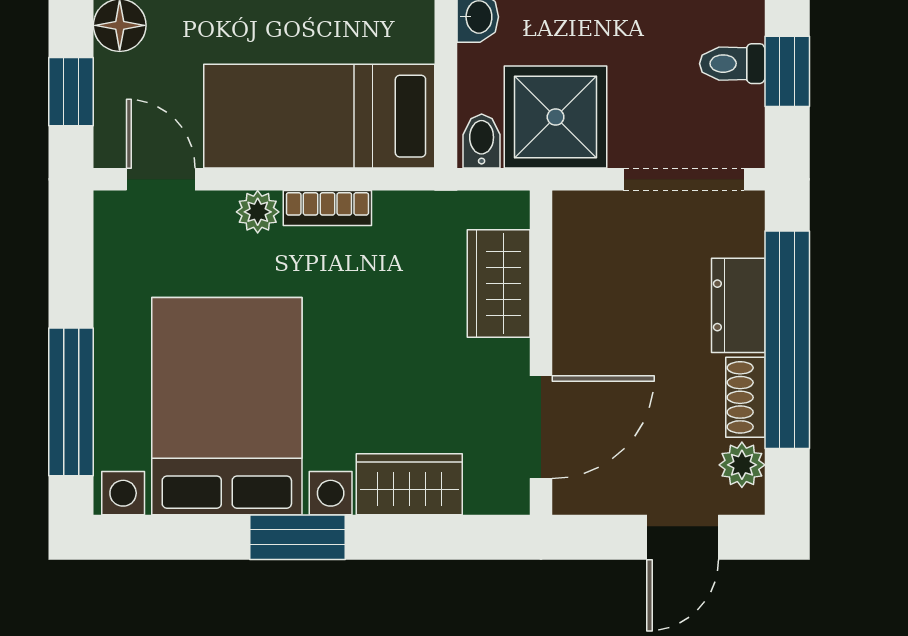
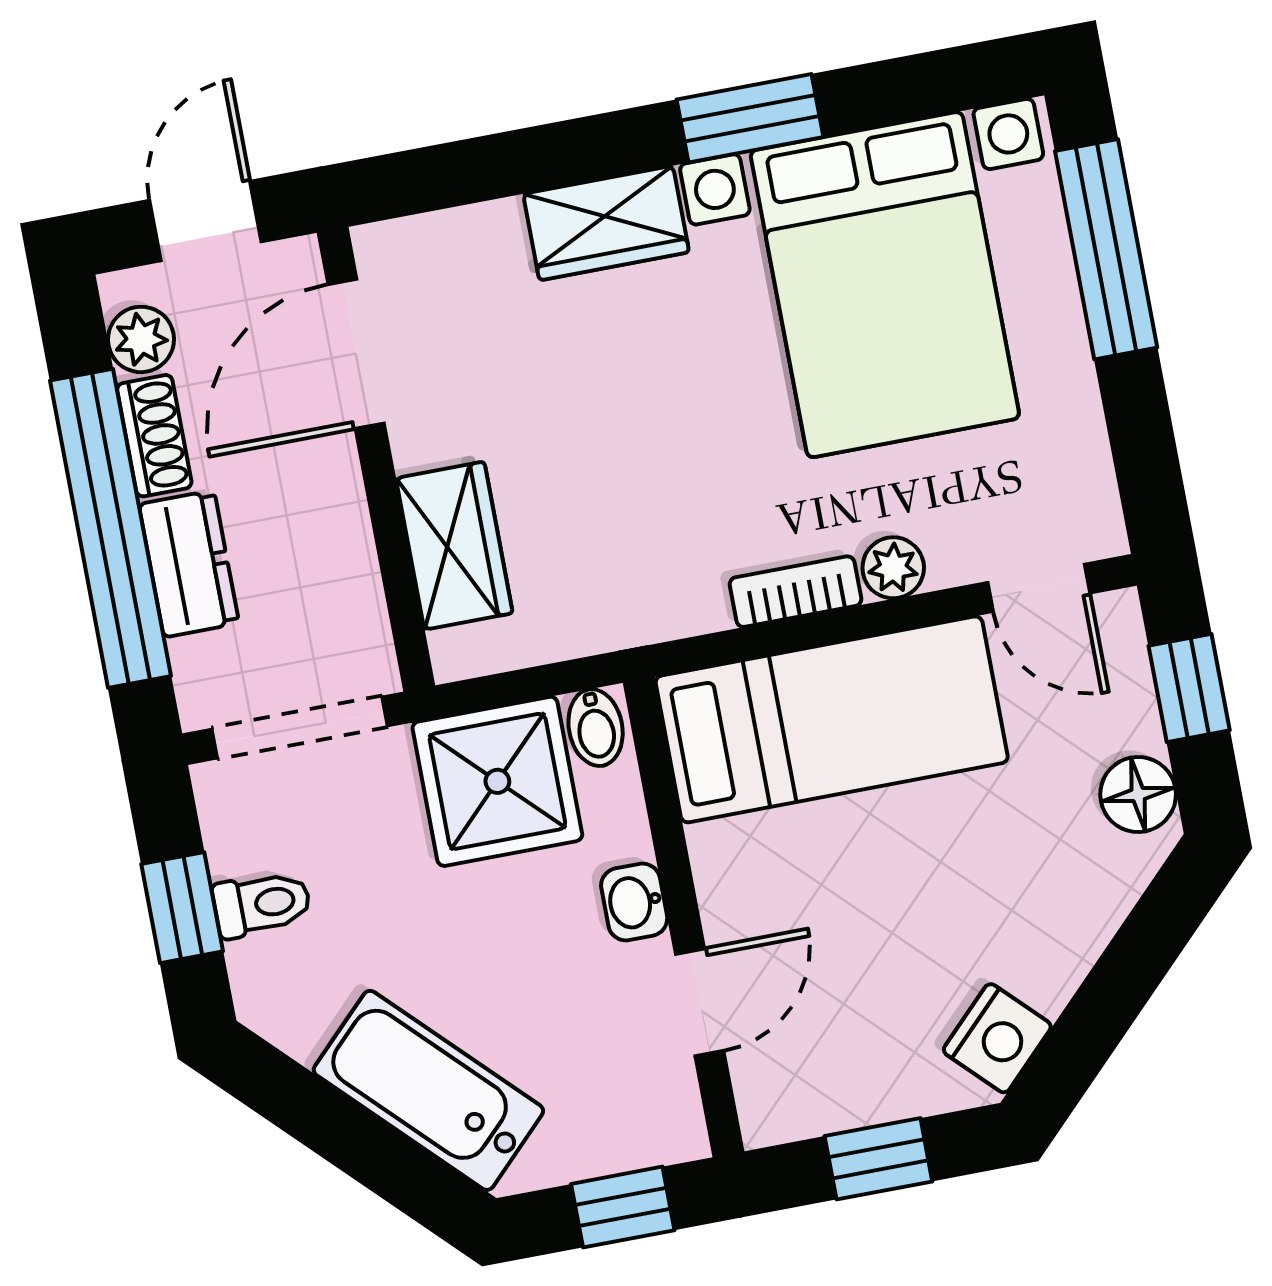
wardrobe: (499, 284) -> (454, 546), moved
wall: (541, 353) -> (376, 459), moved
door: (541, 427) -> (356, 354), moved

